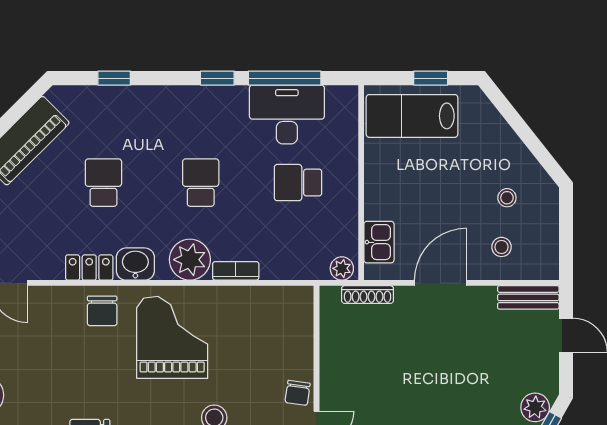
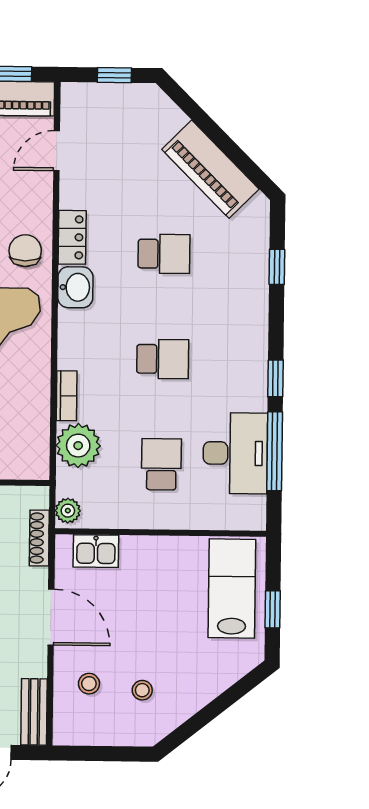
plant: (190, 260) -> (78, 446), moved
chair: (102, 311) -> (25, 251), turned 90

